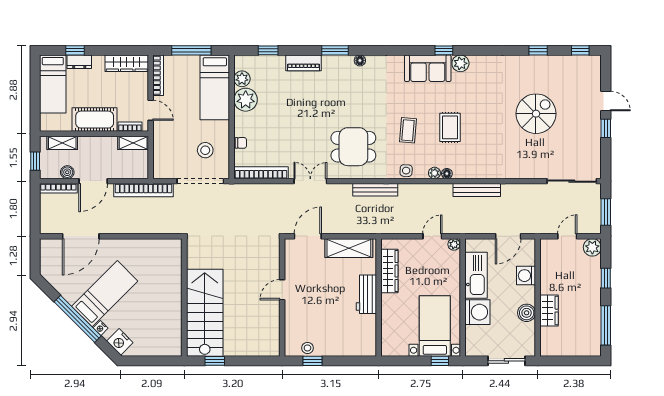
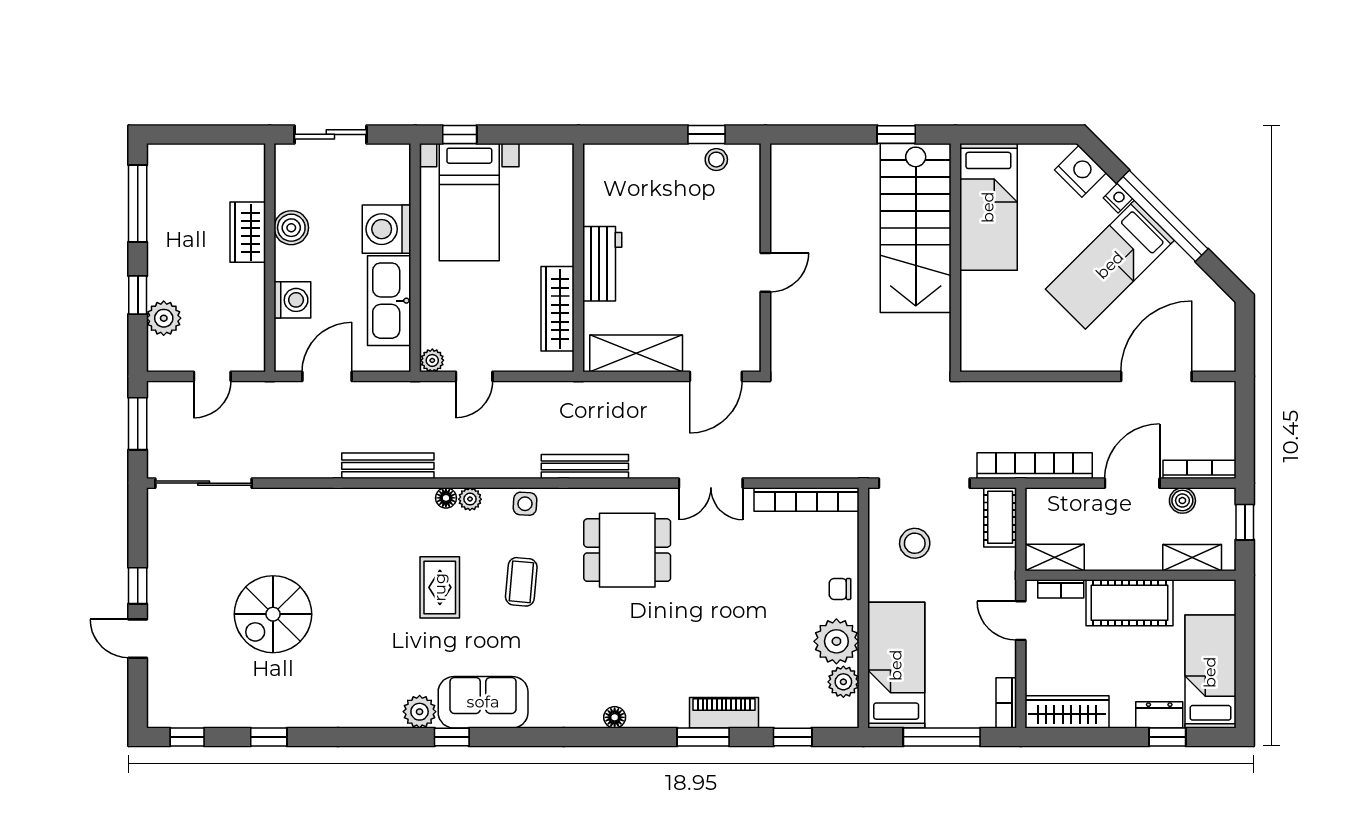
window: (335, 50) -> (703, 737), moved
bookcase: (158, 75) -> (1006, 703), width x0.64
chair: (241, 143) -> (840, 589), moved
cot: (161, 164) -> (1000, 517), added
plant: (592, 247) -> (164, 318), moved
bed: (167, 324) -> (988, 207), added

